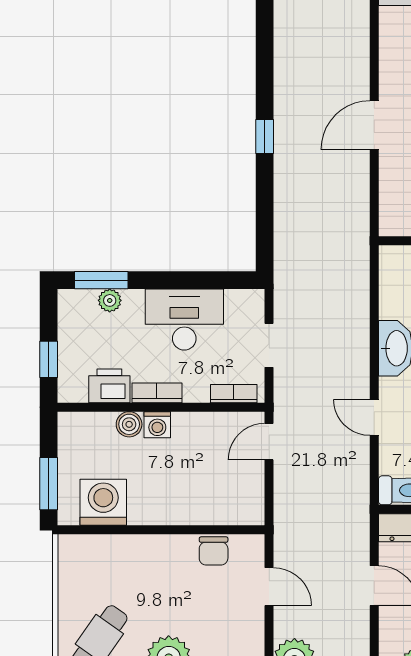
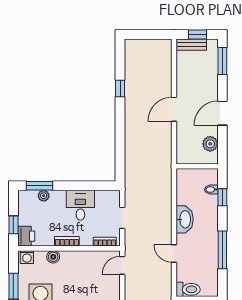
window: (265, 137) -> (120, 88), moved
desk: (184, 320) -> (80, 205), width x0.73
printer: (109, 386) -> (26, 236), moved, turned 90
washing machine: (157, 425) -> (27, 257), moved

